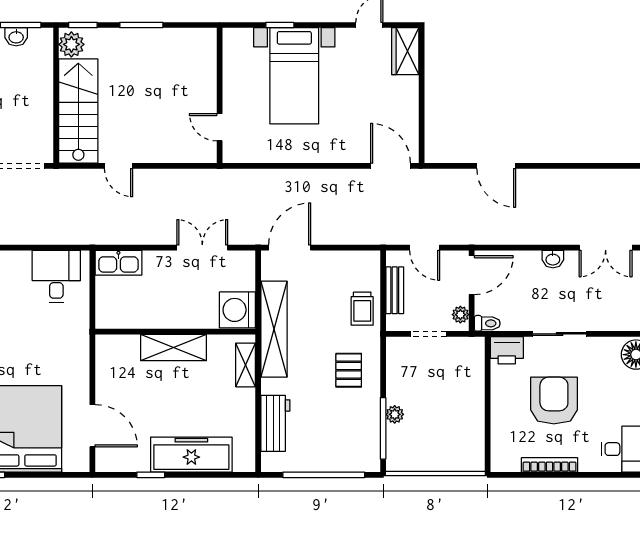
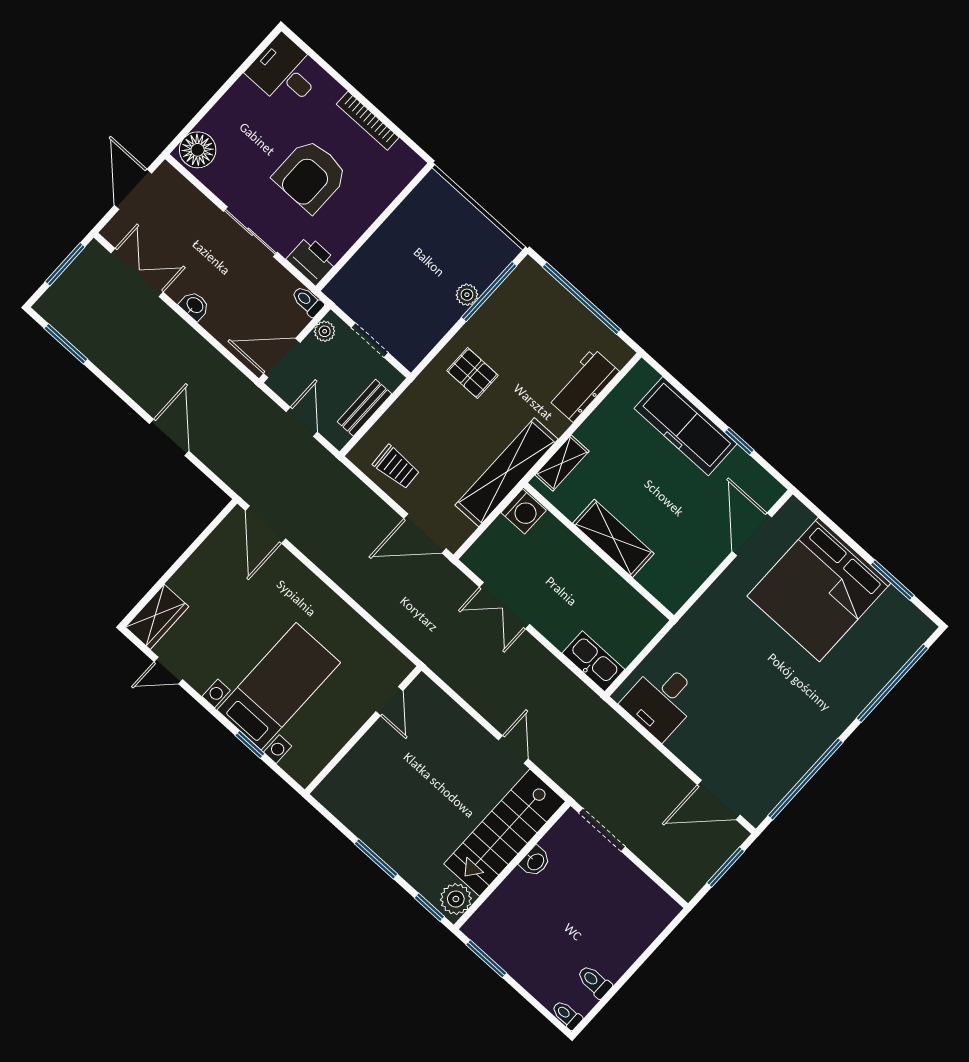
washbasin: (16, 37) -> (535, 861), moved, turned 90
window: (609, 166) -> (66, 344), added
trolley: (362, 309) -> (396, 467), moved, turned 87
washing machine: (237, 310) -> (524, 511), width x0.73, depth x0.73
pallet: (349, 370) -> (472, 373), turned 90

